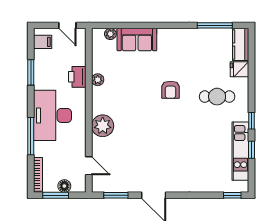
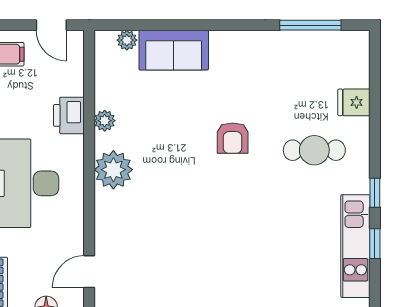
kitchen counter: (241, 44) -> (356, 59), removed
plant: (103, 126) -> (113, 170), moved
door: (89, 166) -> (89, 272), swing flipped

